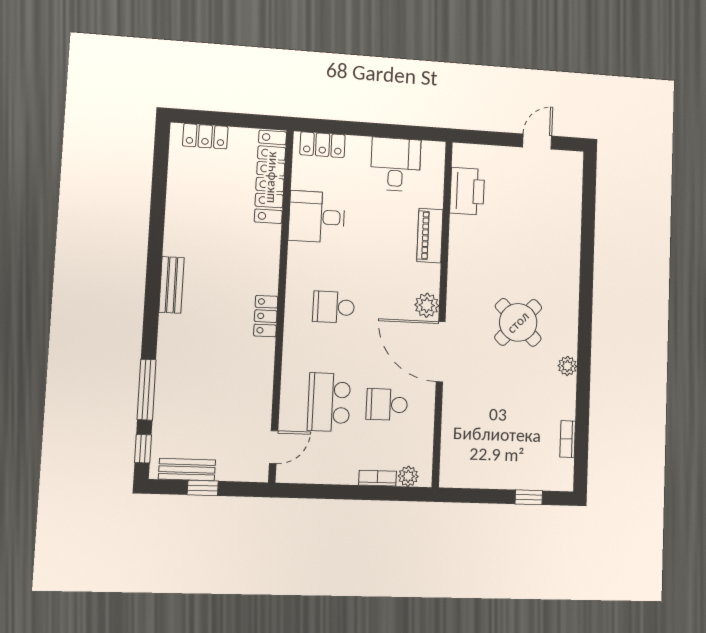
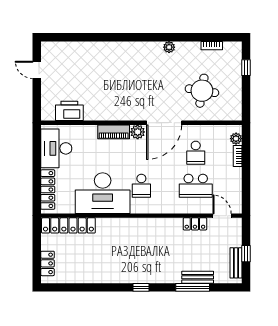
locker: (323, 145) -> (48, 190), width x1.53
desk: (396, 164) -> (56, 148), width x1.37
desk: (317, 217) -> (103, 193), width x1.87, depth x1.30
piano: (430, 236) -> (114, 132), moved
bench: (171, 285) -> (198, 277), moved
locker: (266, 316) -> (195, 224), moved
round table: (518, 322) -> (202, 91), moved, turned -35
window: (143, 449) -> (141, 287), moved

